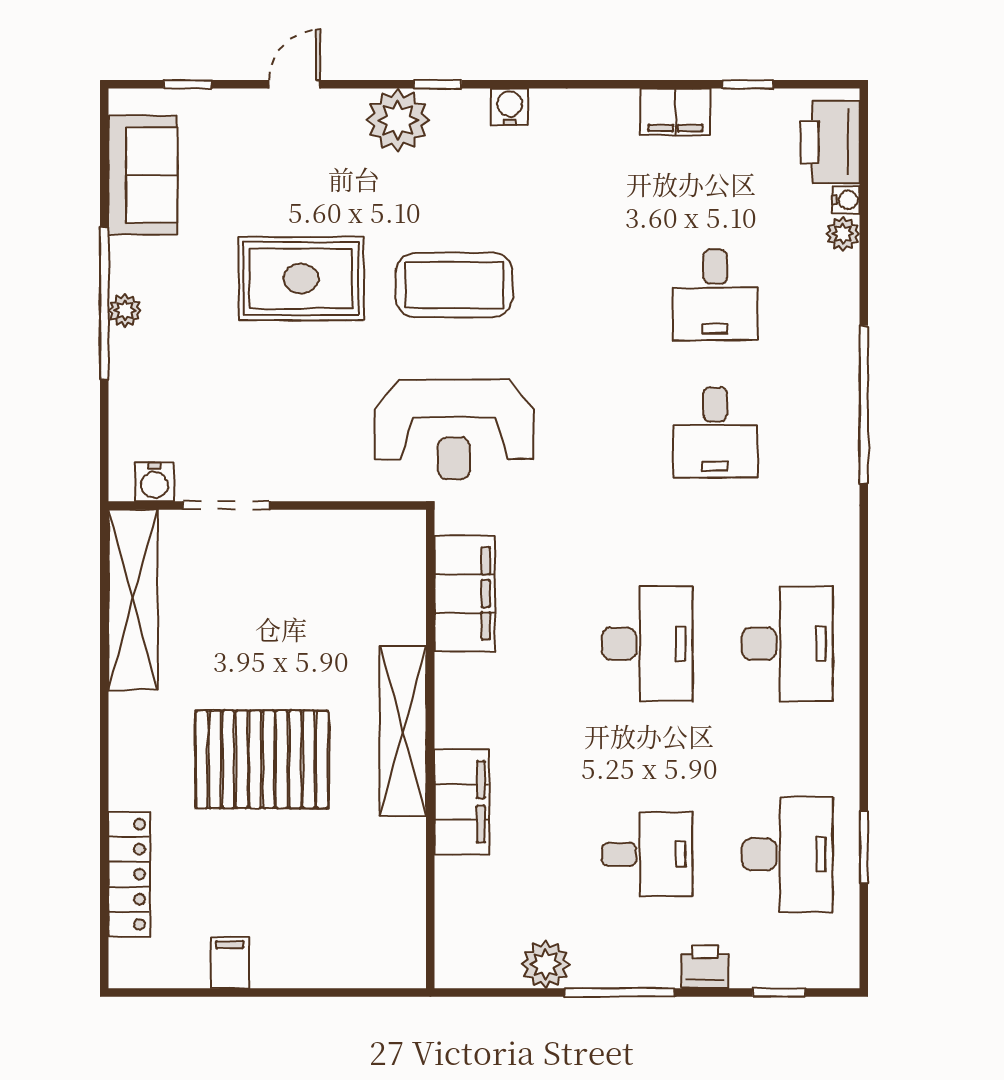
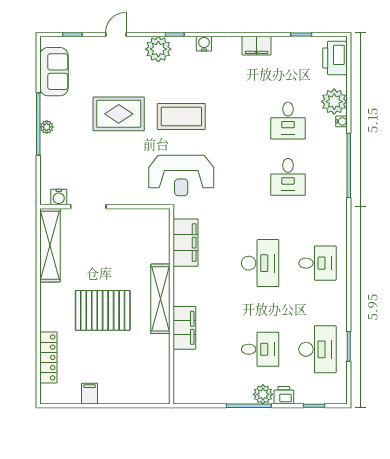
filing cabinet: (675, 112) -> (257, 46), moved
water cooler: (846, 200) -> (341, 121), moved
plant: (843, 234) -> (334, 102), width x1.88, depth x1.88
desk: (787, 644) -> (317, 263), width x0.73
plant: (546, 964) -> (263, 394), moved

